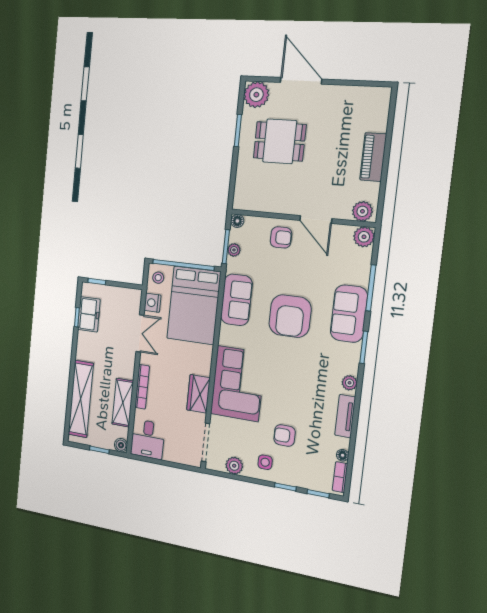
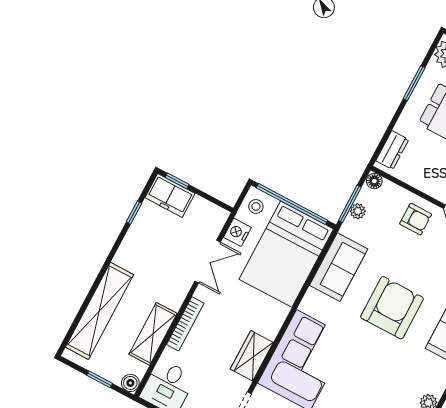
dresser: (242, 191) -> (392, 150), added
freezer: (89, 314) -> (170, 195), moved, turned 90
armchair: (290, 316) -> (392, 308), turned 180

